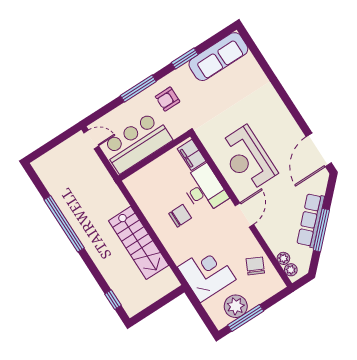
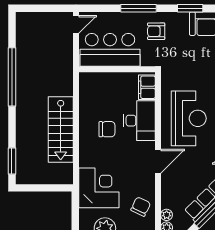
door: (91, 139) -> (76, 24), hinge flipped
reception desk: (247, 159) -> (189, 118), turned 180
window: (113, 300) -> (12, 161), width x1.50

